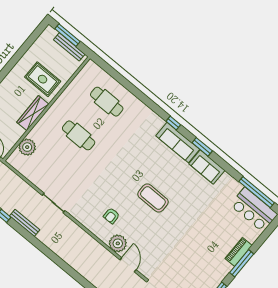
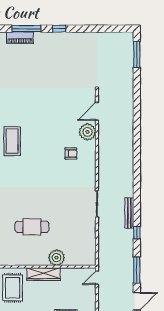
cafe table: (79, 135) -> (32, 227), turned 90
plant: (27, 147) -> (57, 258), moved
coffee table: (153, 198) -> (12, 141), moved

